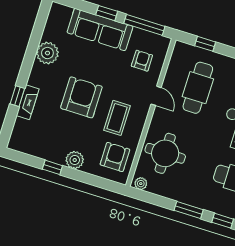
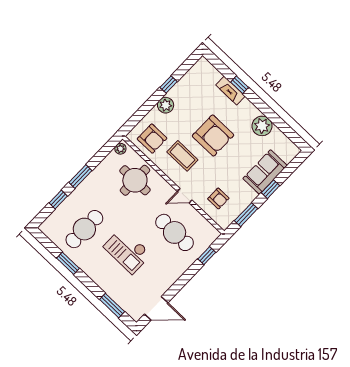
window: (144, 25) -> (246, 215), width x0.69
sofa: (100, 30) -> (265, 172), width x0.73

